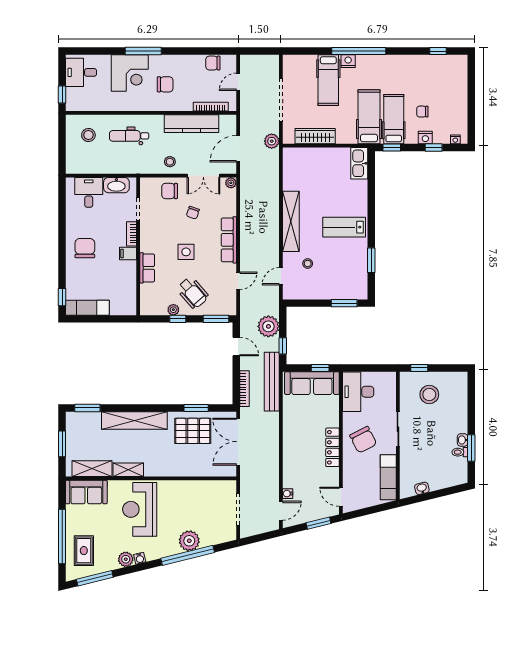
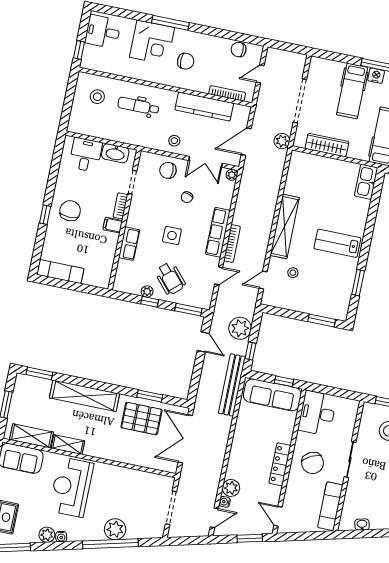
window: (62, 297) -> (45, 215), moved
bookcase: (244, 389) -> (232, 244), moved
plant: (291, 479) -> (231, 488), added

